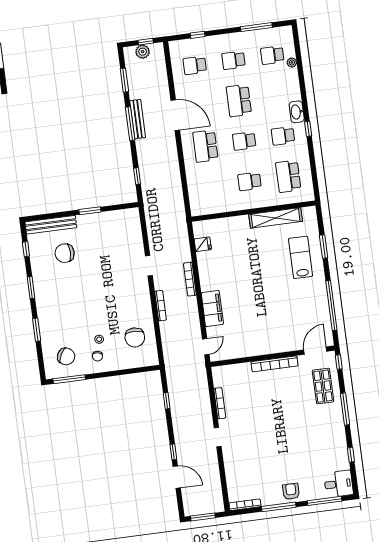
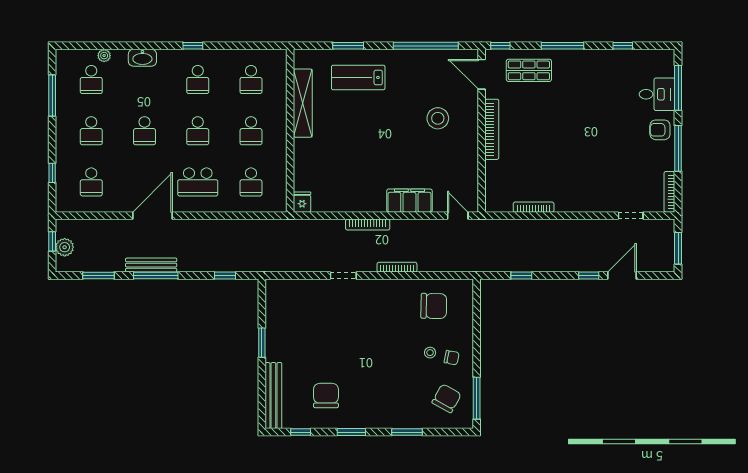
school desk: (239, 101) -> (145, 131), width x0.54
washbasin: (297, 112) -> (142, 58), moved
school desk: (288, 176) -> (251, 80), width x0.54
school desk: (211, 186) -> (251, 182), added
fridge: (203, 244) -> (302, 202), moved
chair: (65, 253) -> (326, 395), moved, turned 180
stool: (278, 322) -> (438, 118), added
doorway: (218, 437) -> (631, 216), moved
desk: (339, 484) -> (657, 94), moved, turned 90

